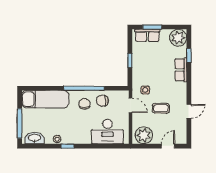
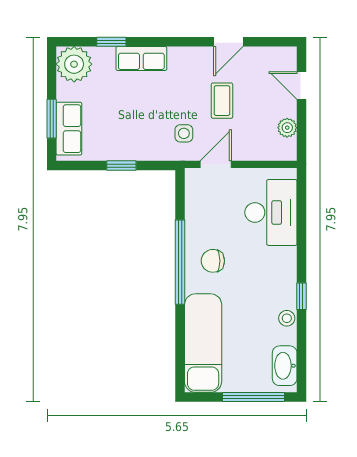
chair: (102, 101) -> (207, 223), removed
door: (189, 111) -> (228, 42), swing flipped
plant: (144, 135) -> (287, 128), width x0.53, depth x0.53

